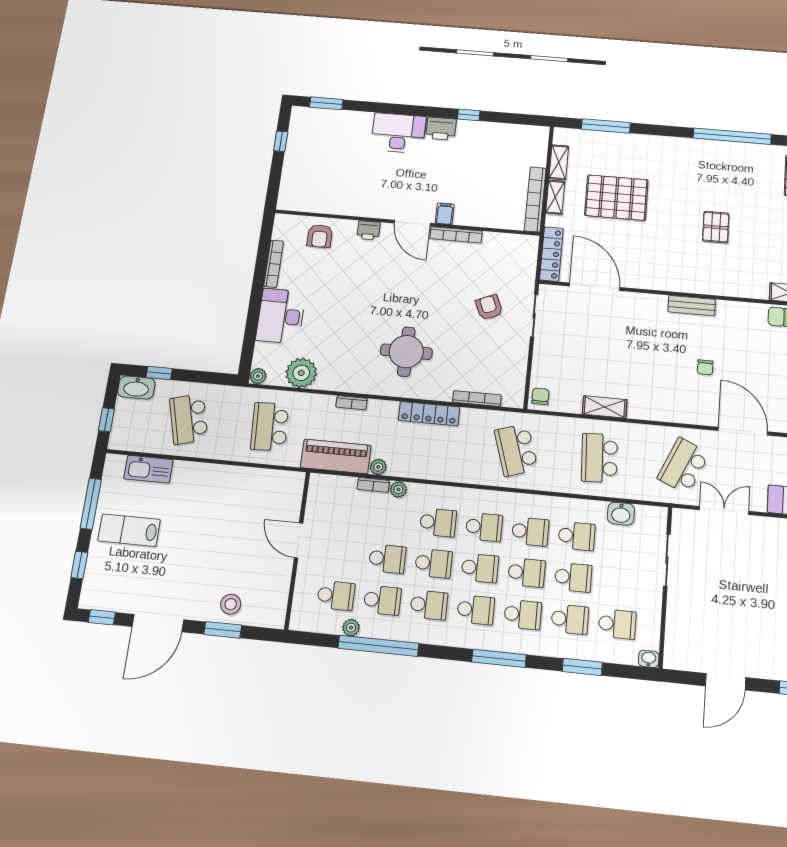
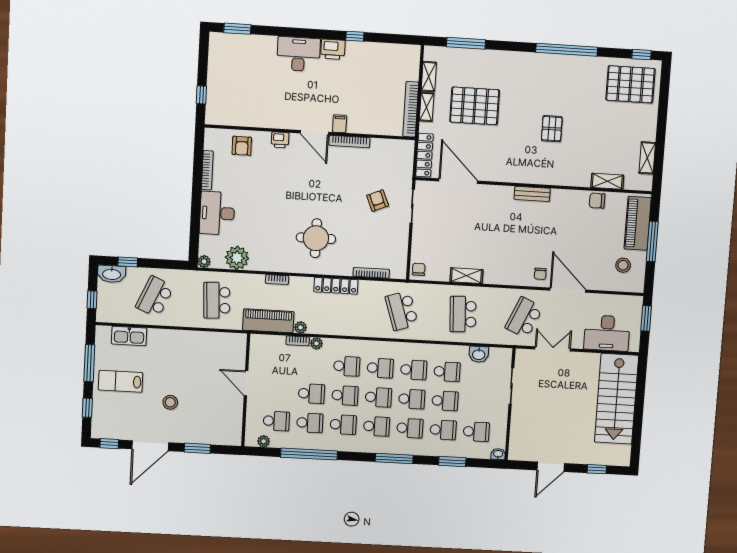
window: (281, 141) -> (201, 95), moved
chair: (705, 367) -> (540, 274), moved
school desk: (189, 419) -> (155, 297), turned 39
stool: (231, 604) -> (170, 402), moved
plant: (351, 628) -> (264, 441), moved

